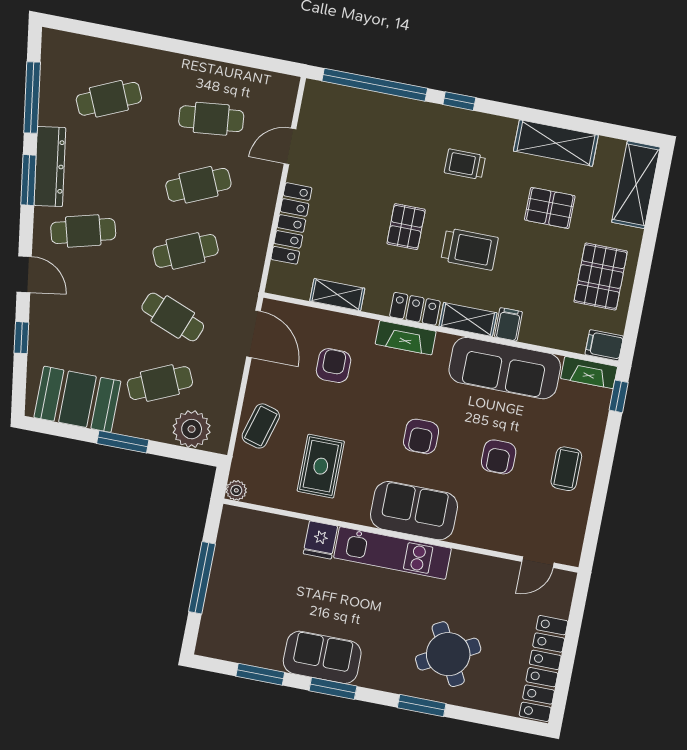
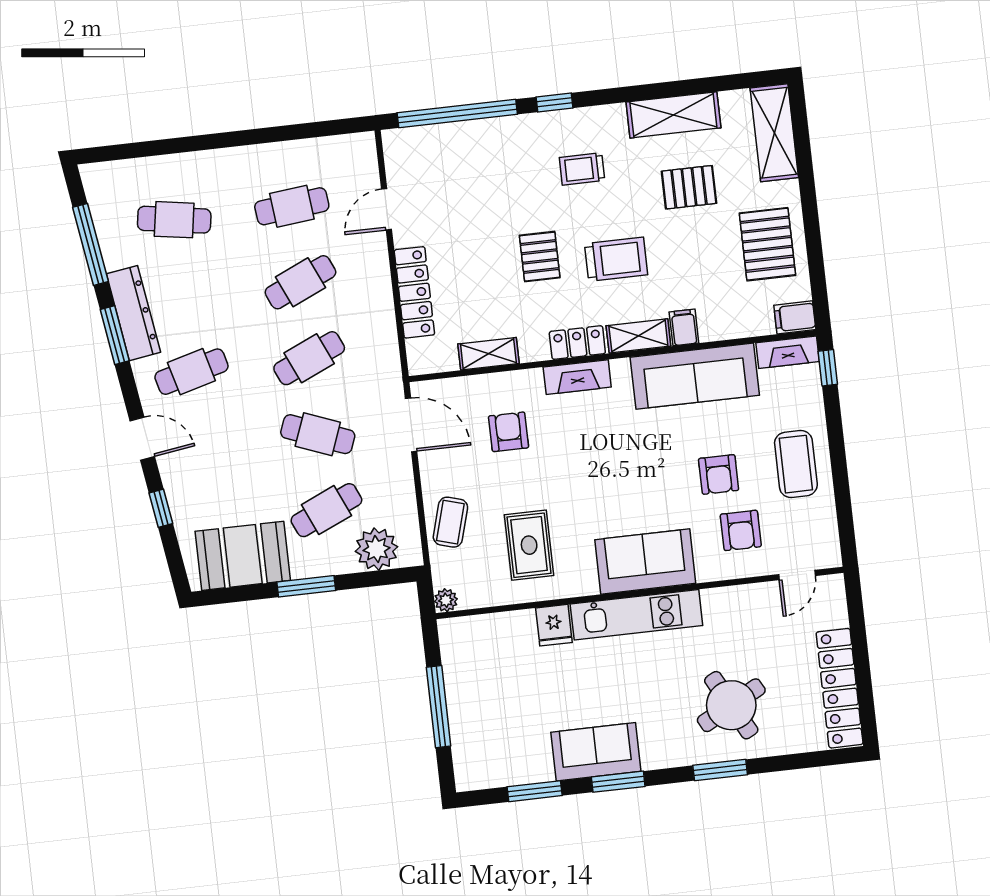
cafe table: (109, 99) -> (174, 220), turned 33
armchair: (421, 436) -> (741, 530), moved
coffee table: (566, 469) -> (796, 464), width x1.36, depth x1.30

